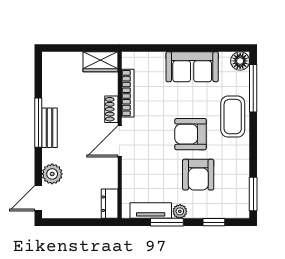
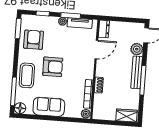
plant: (130, 60) -> (86, 114), added
wardrobe: (101, 62) -> (126, 115), moved
bench: (50, 128) -> (137, 72), width x1.36
door: (120, 141) -> (96, 50), moved
armchair: (198, 175) -> (34, 40), moved

